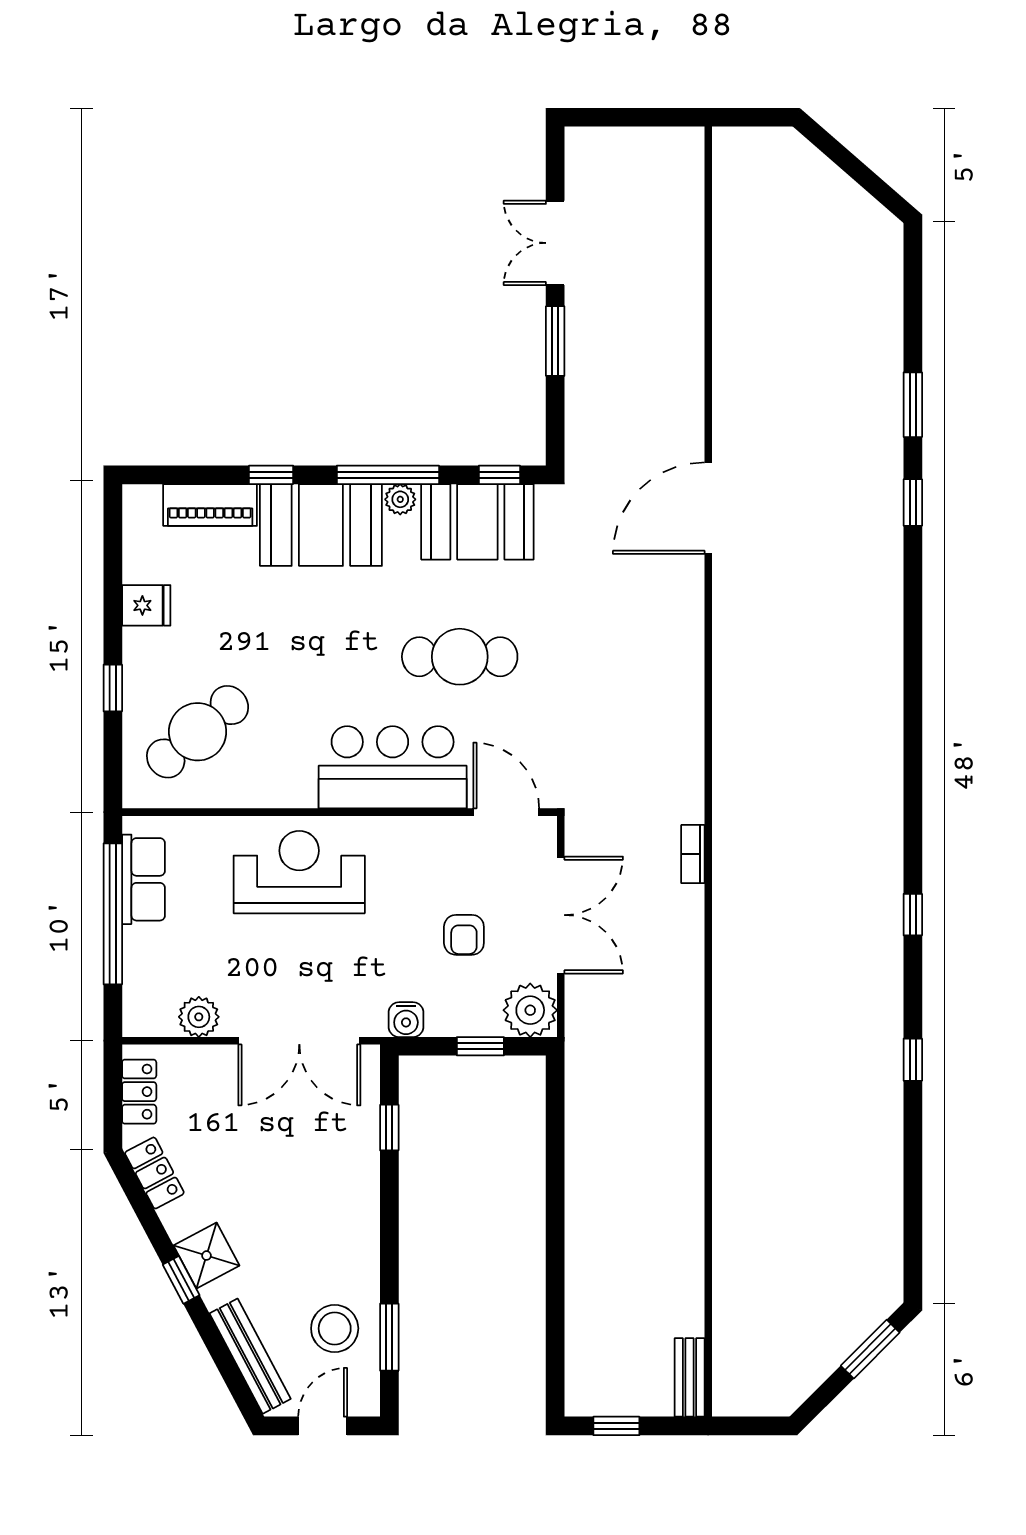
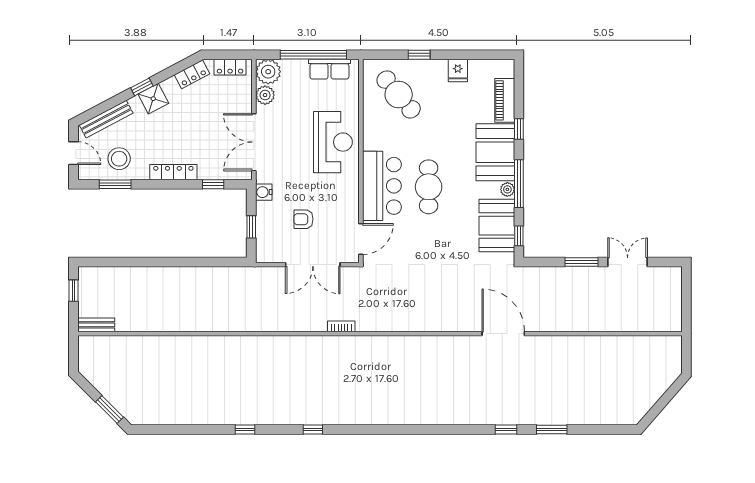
cafe table: (460, 657) -> (429, 187), moved
plant: (530, 1010) -> (268, 72), moved
locker: (364, 1213) -> (173, 172), added

